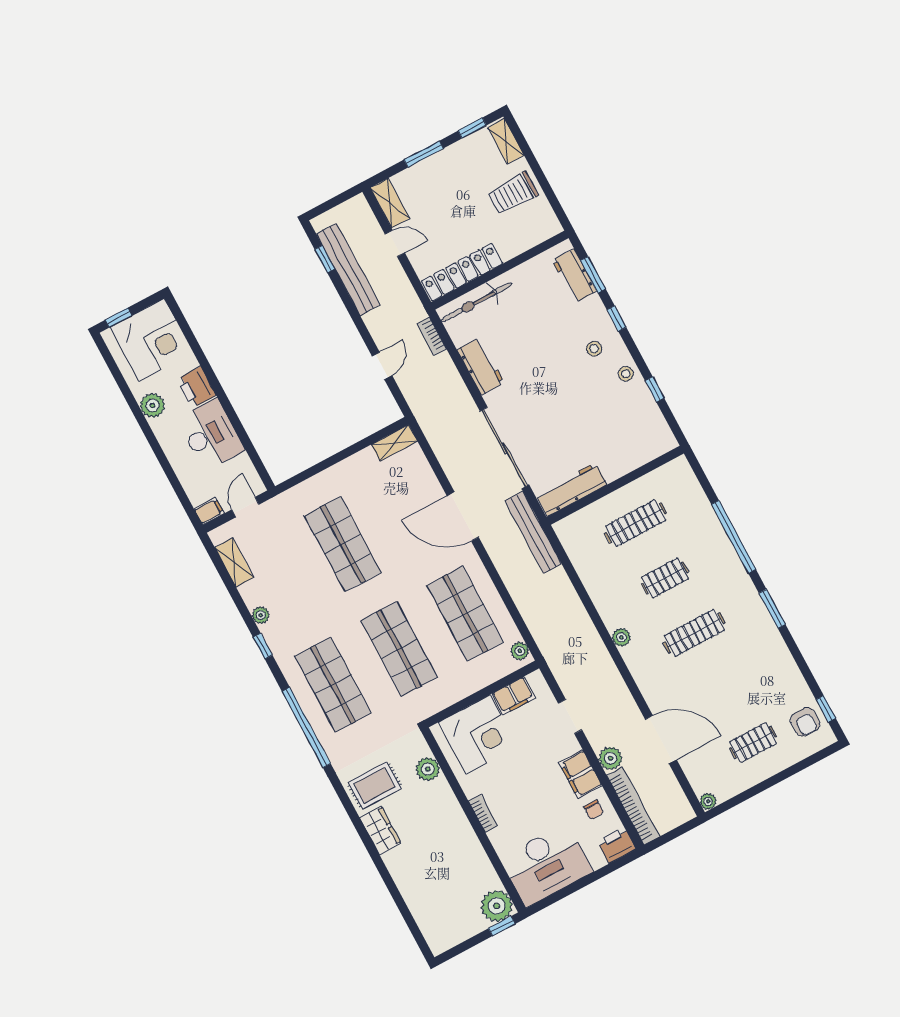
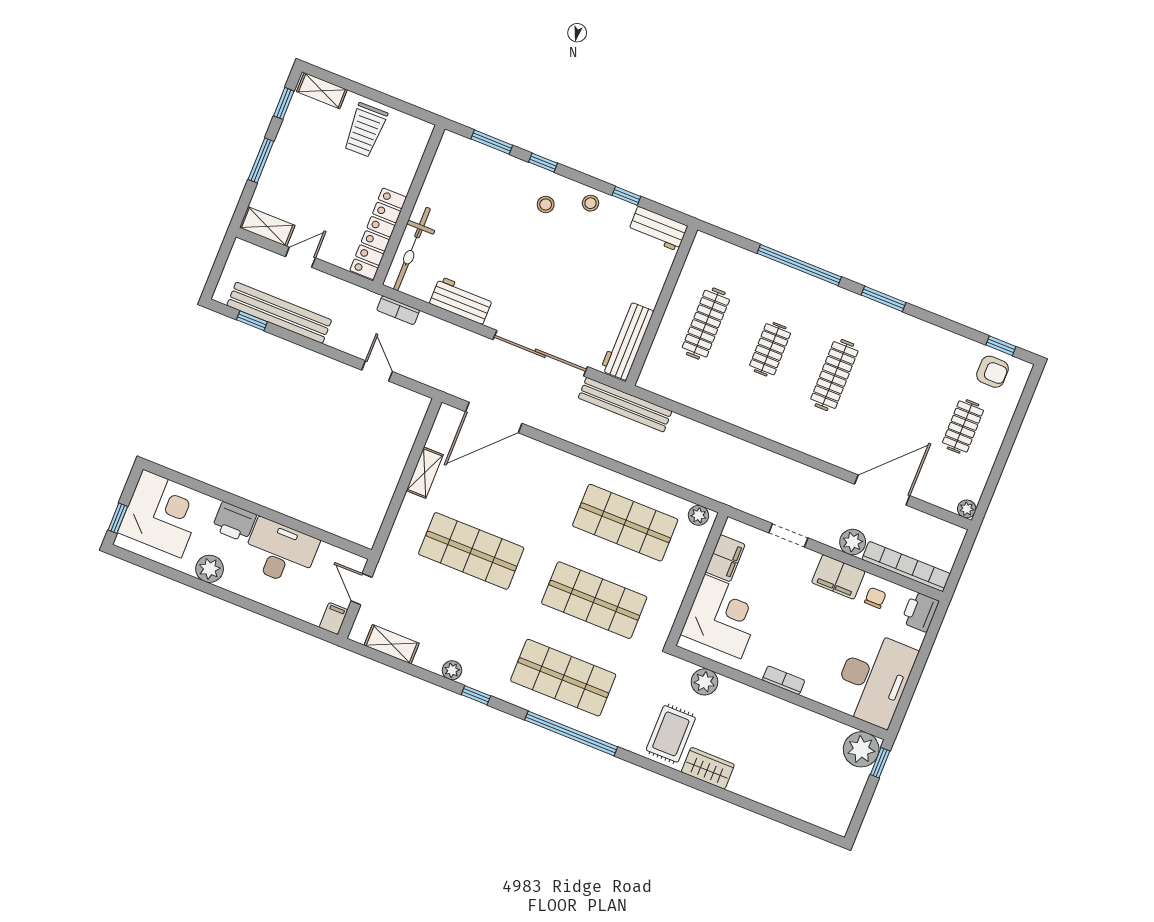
workbench: (574, 276) -> (658, 229), moved
shelving: (394, 443) -> (425, 473), moved
door: (463, 516) -> (494, 418), moved
plant: (621, 637) -> (775, 431), removed
chair: (594, 810) -> (875, 598), turned -90

